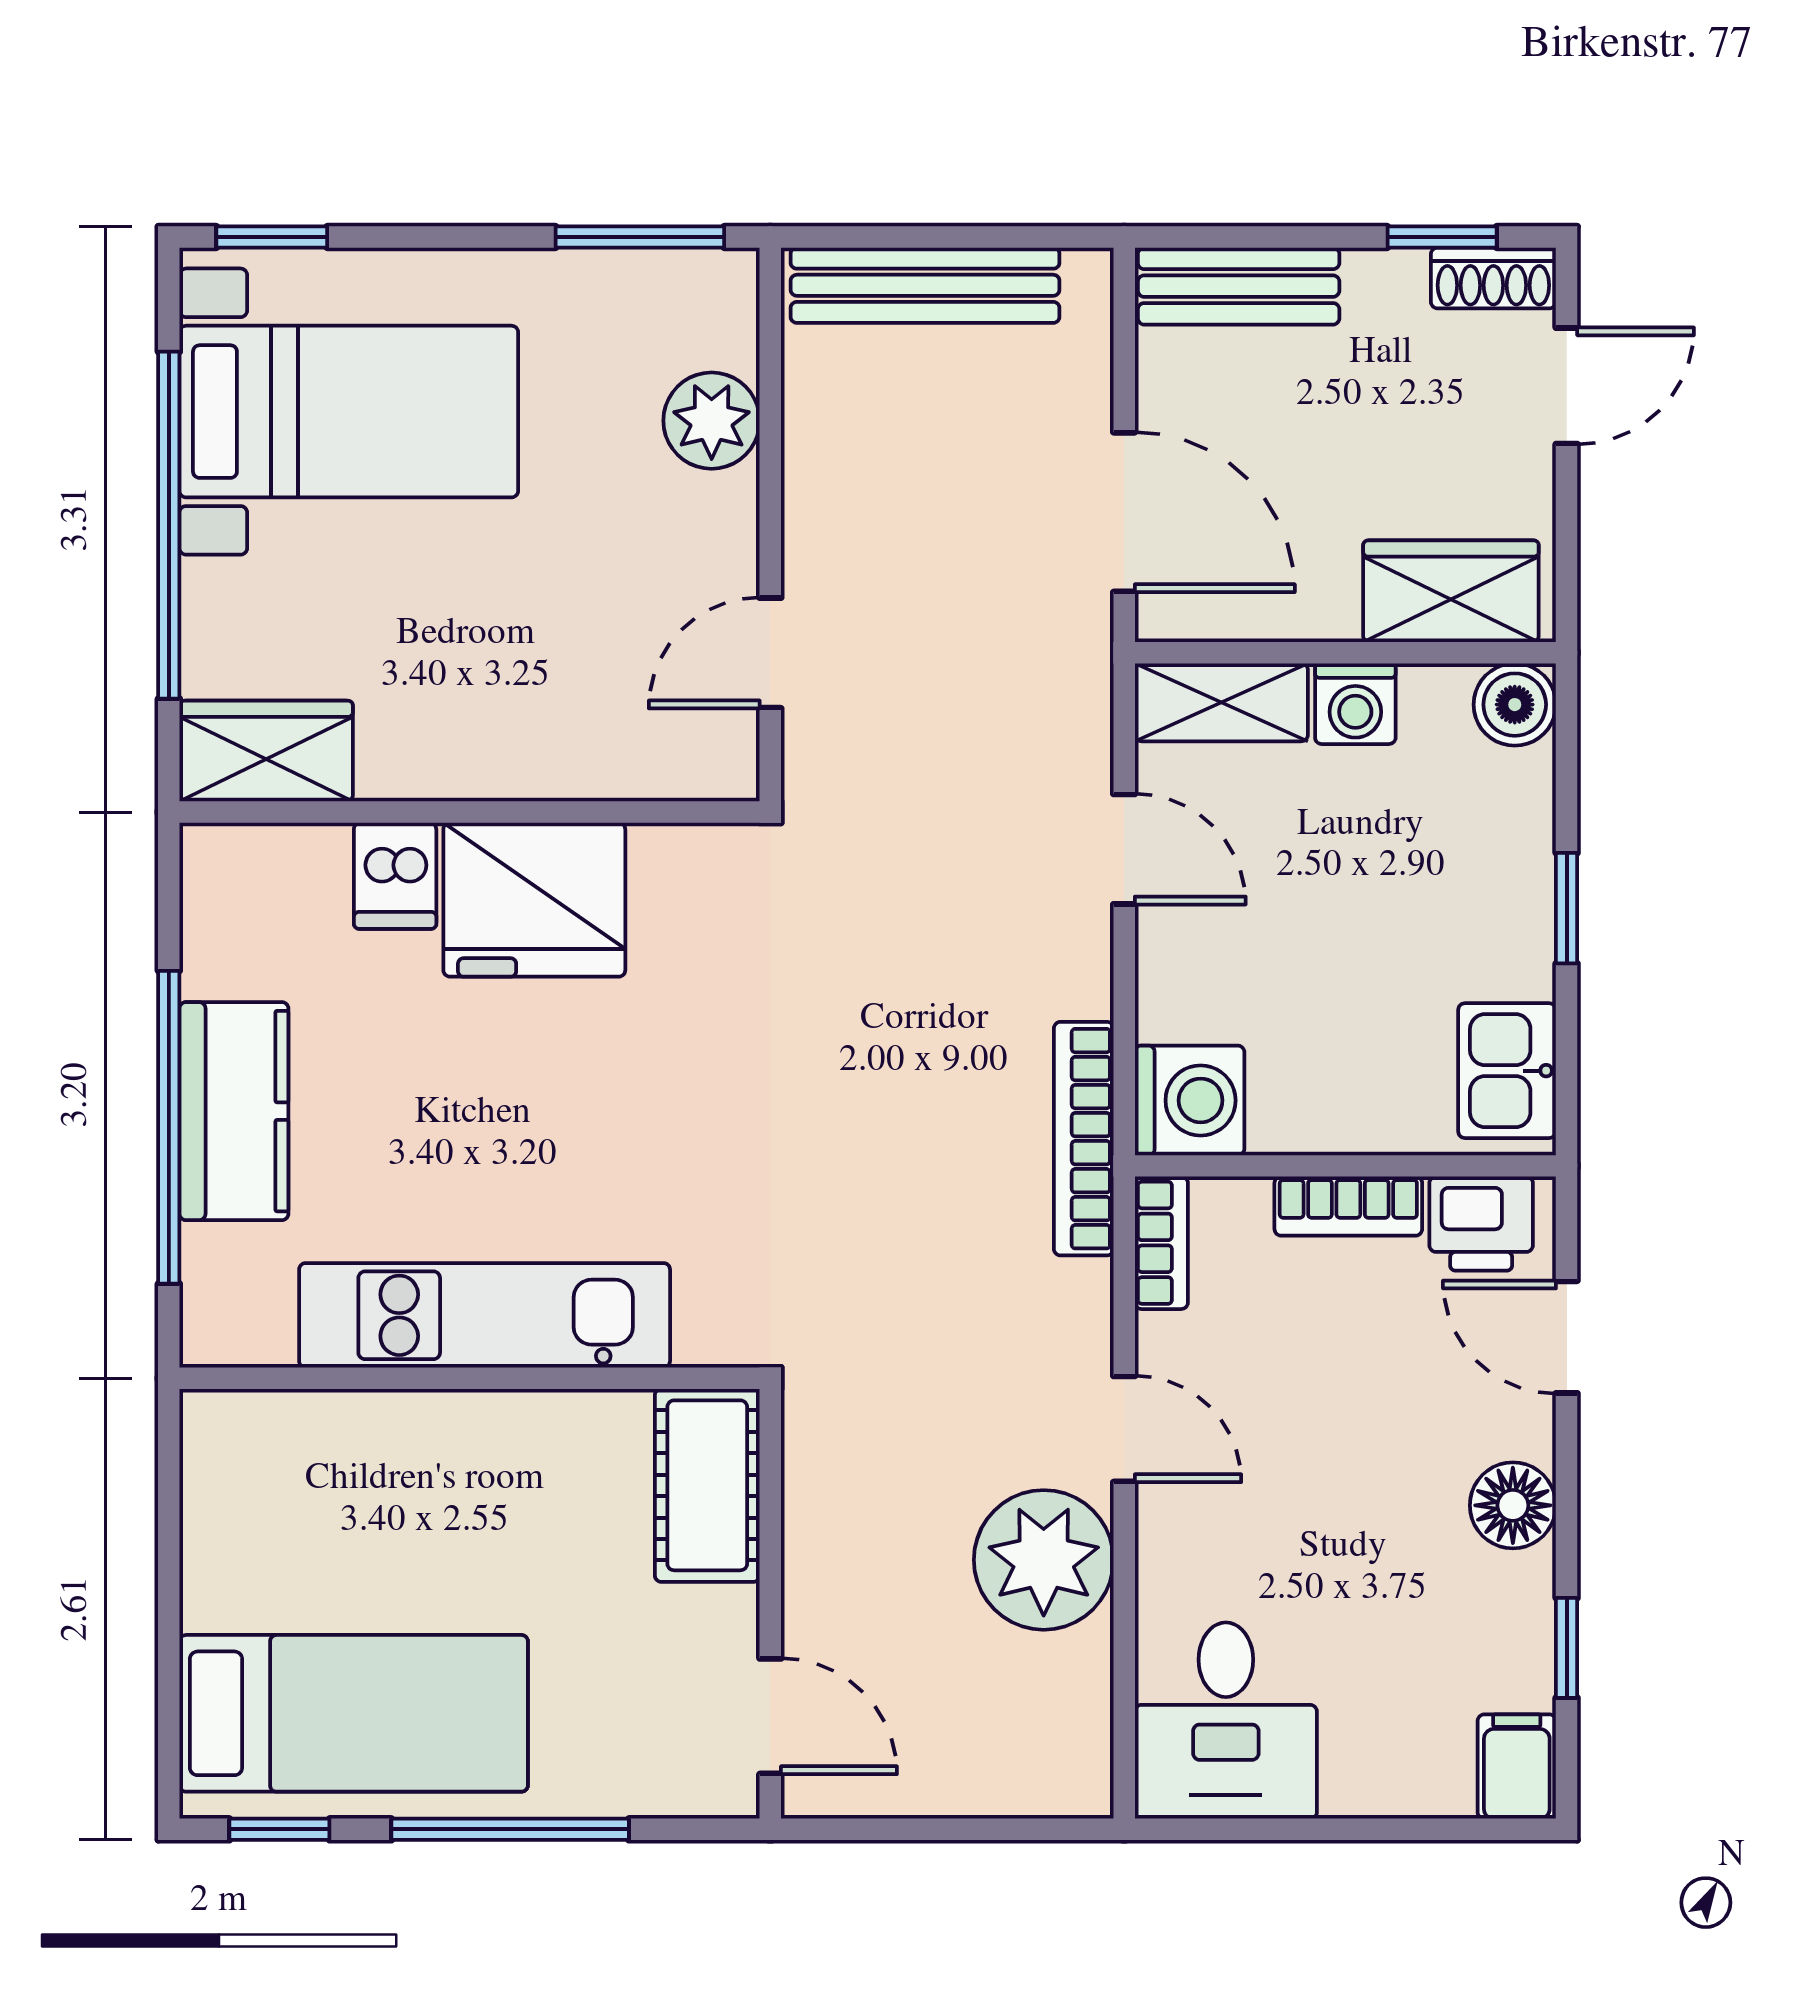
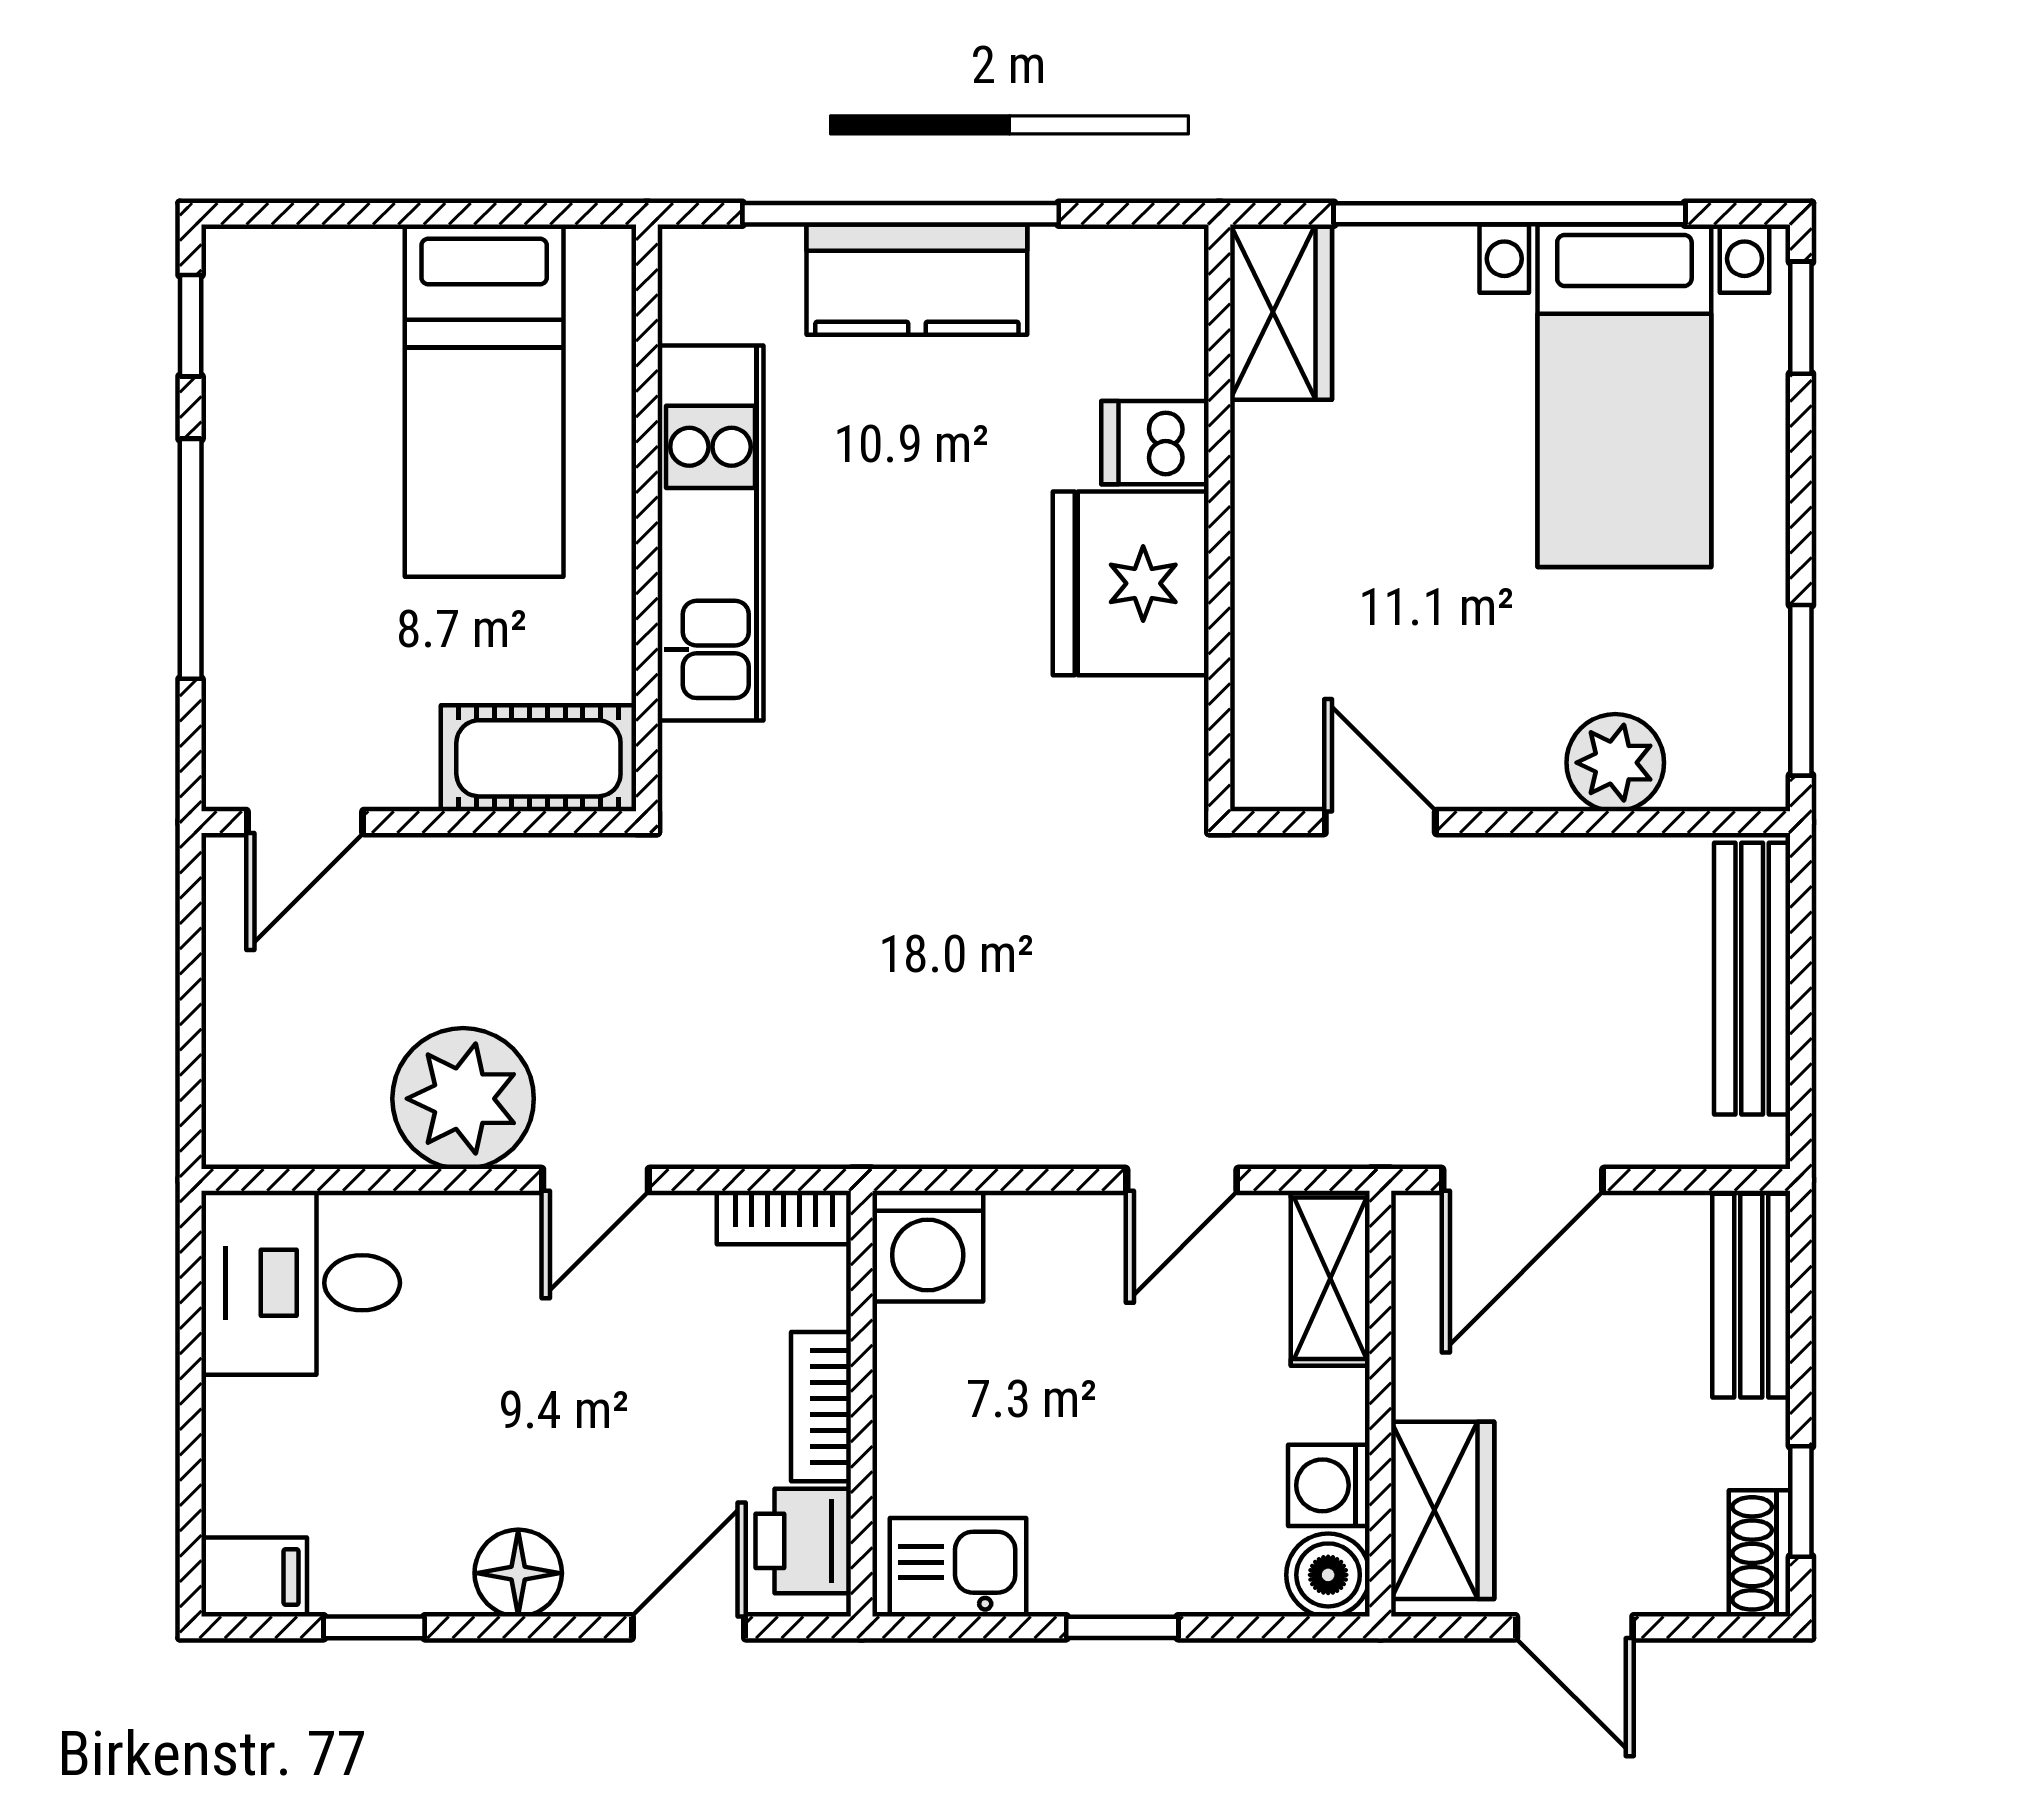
door: (1567, 386) -> (1575, 1627), moved
washing machine: (1355, 704) -> (1329, 1485), moved
bookcase: (1084, 1139) -> (889, 1139), removed
bed: (354, 1713) -> (484, 401), moved

